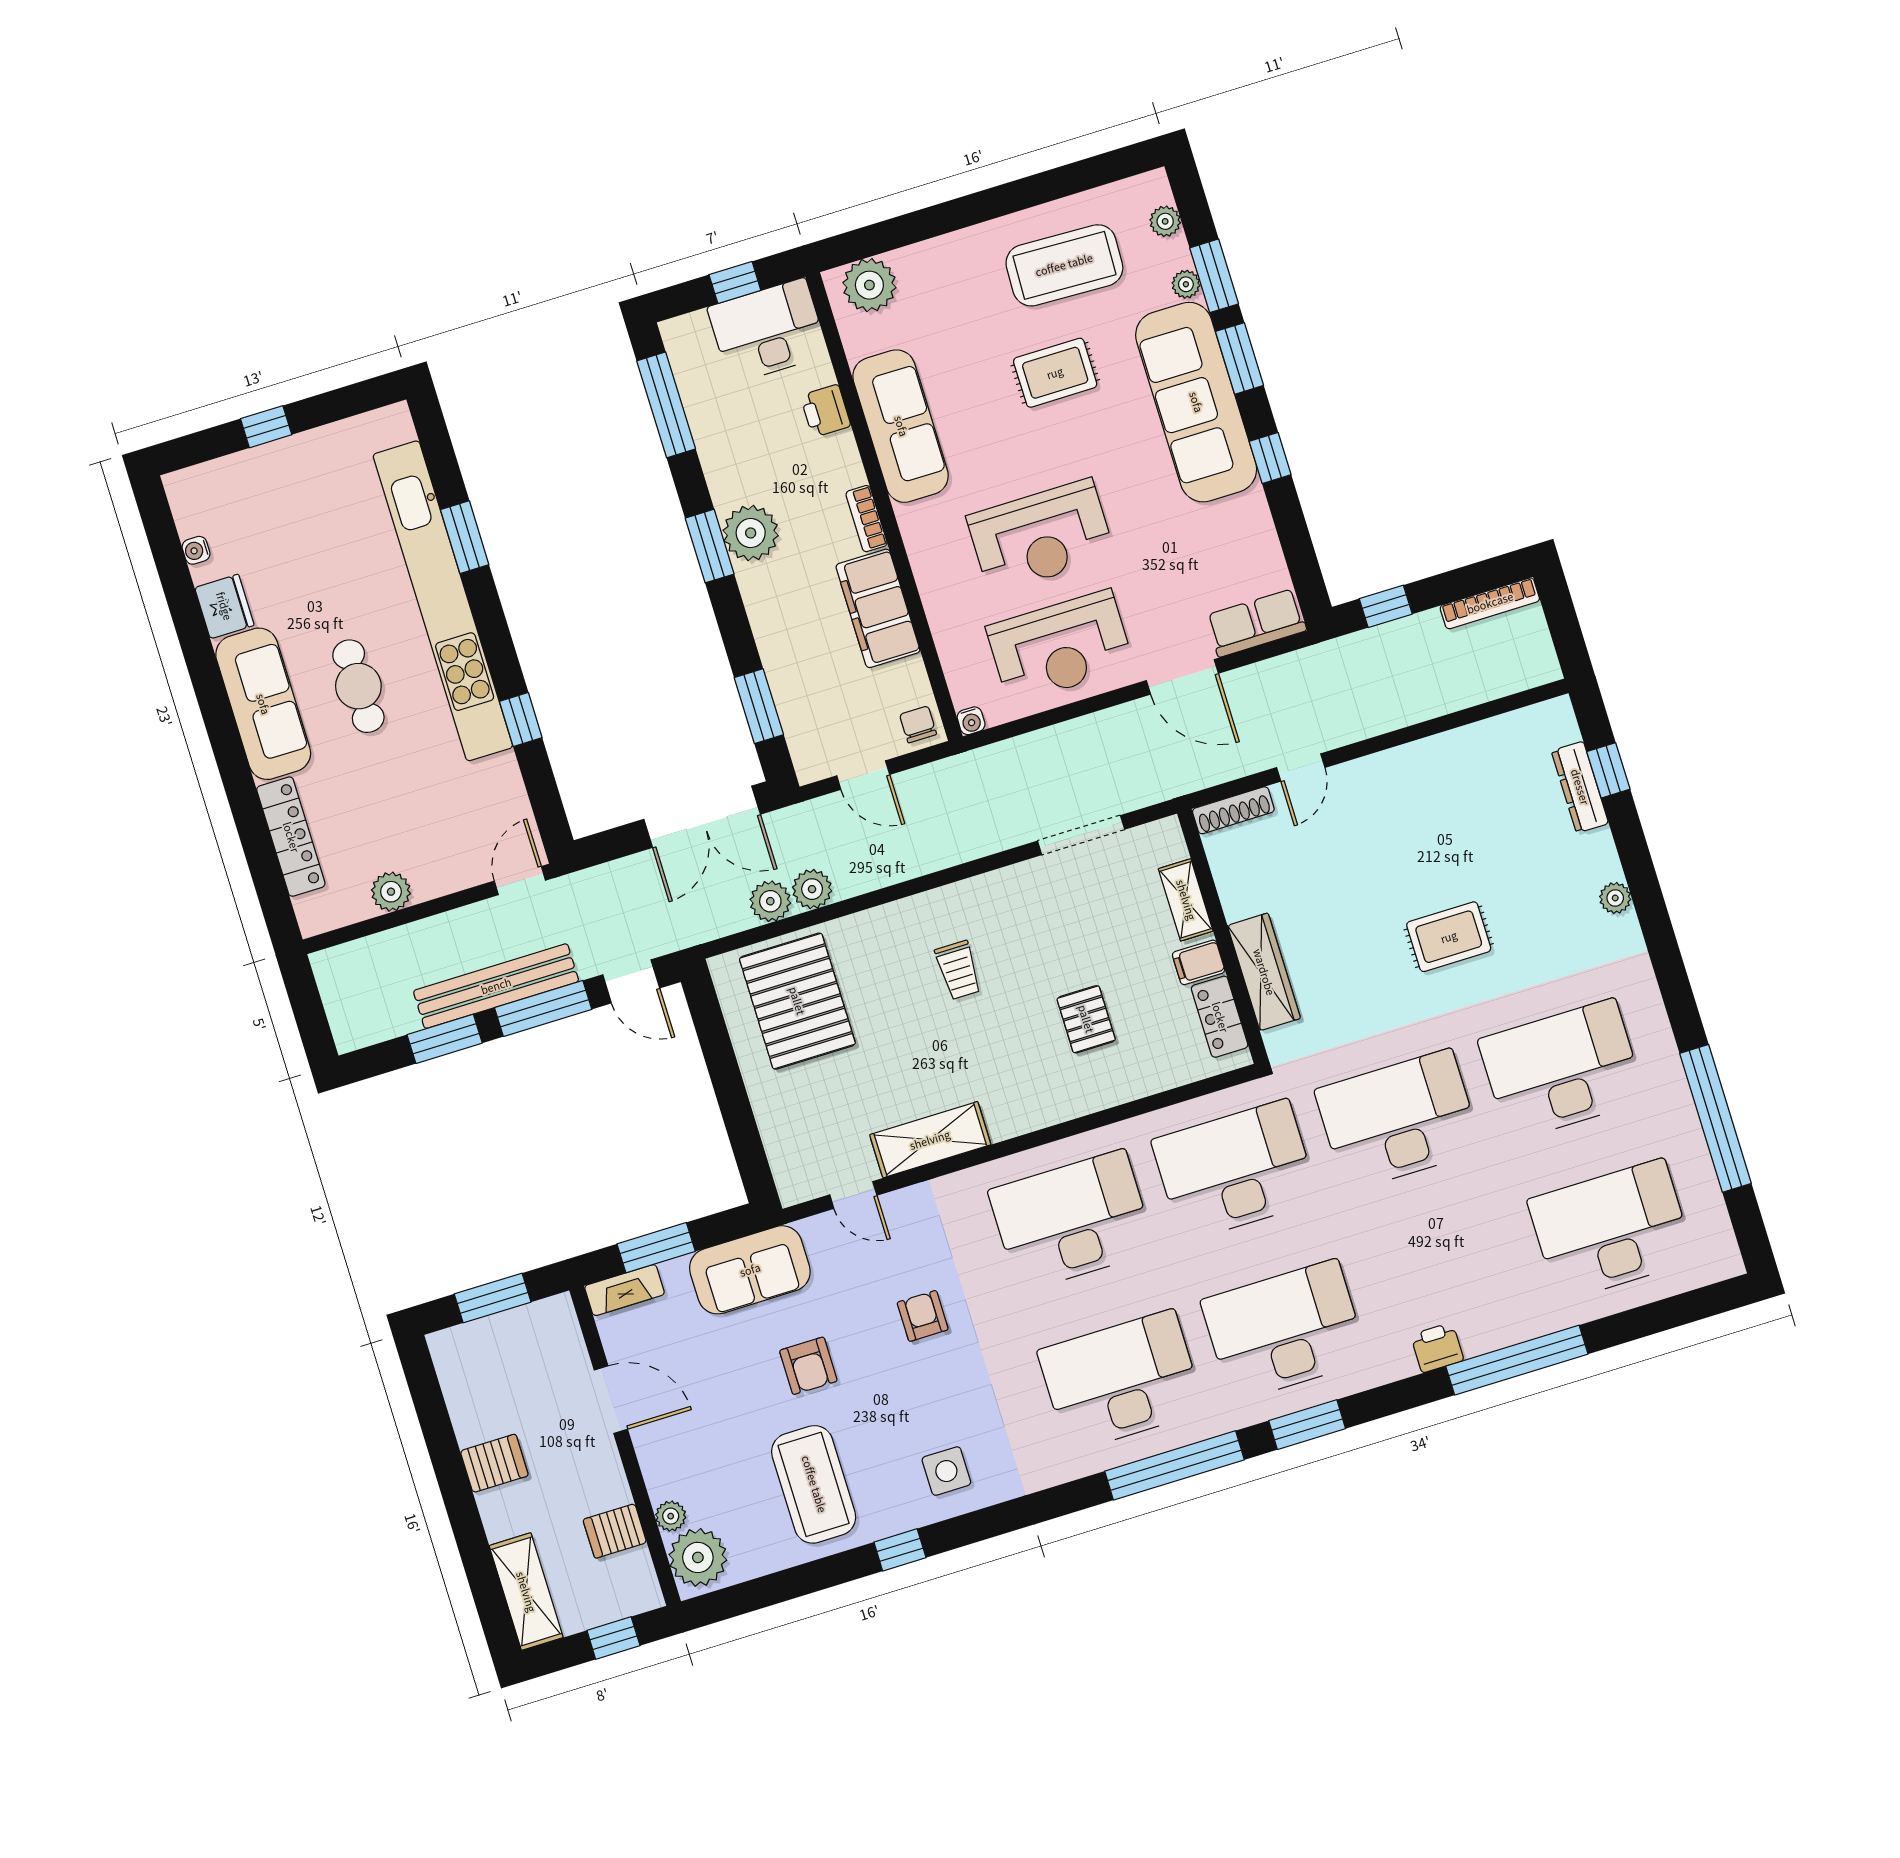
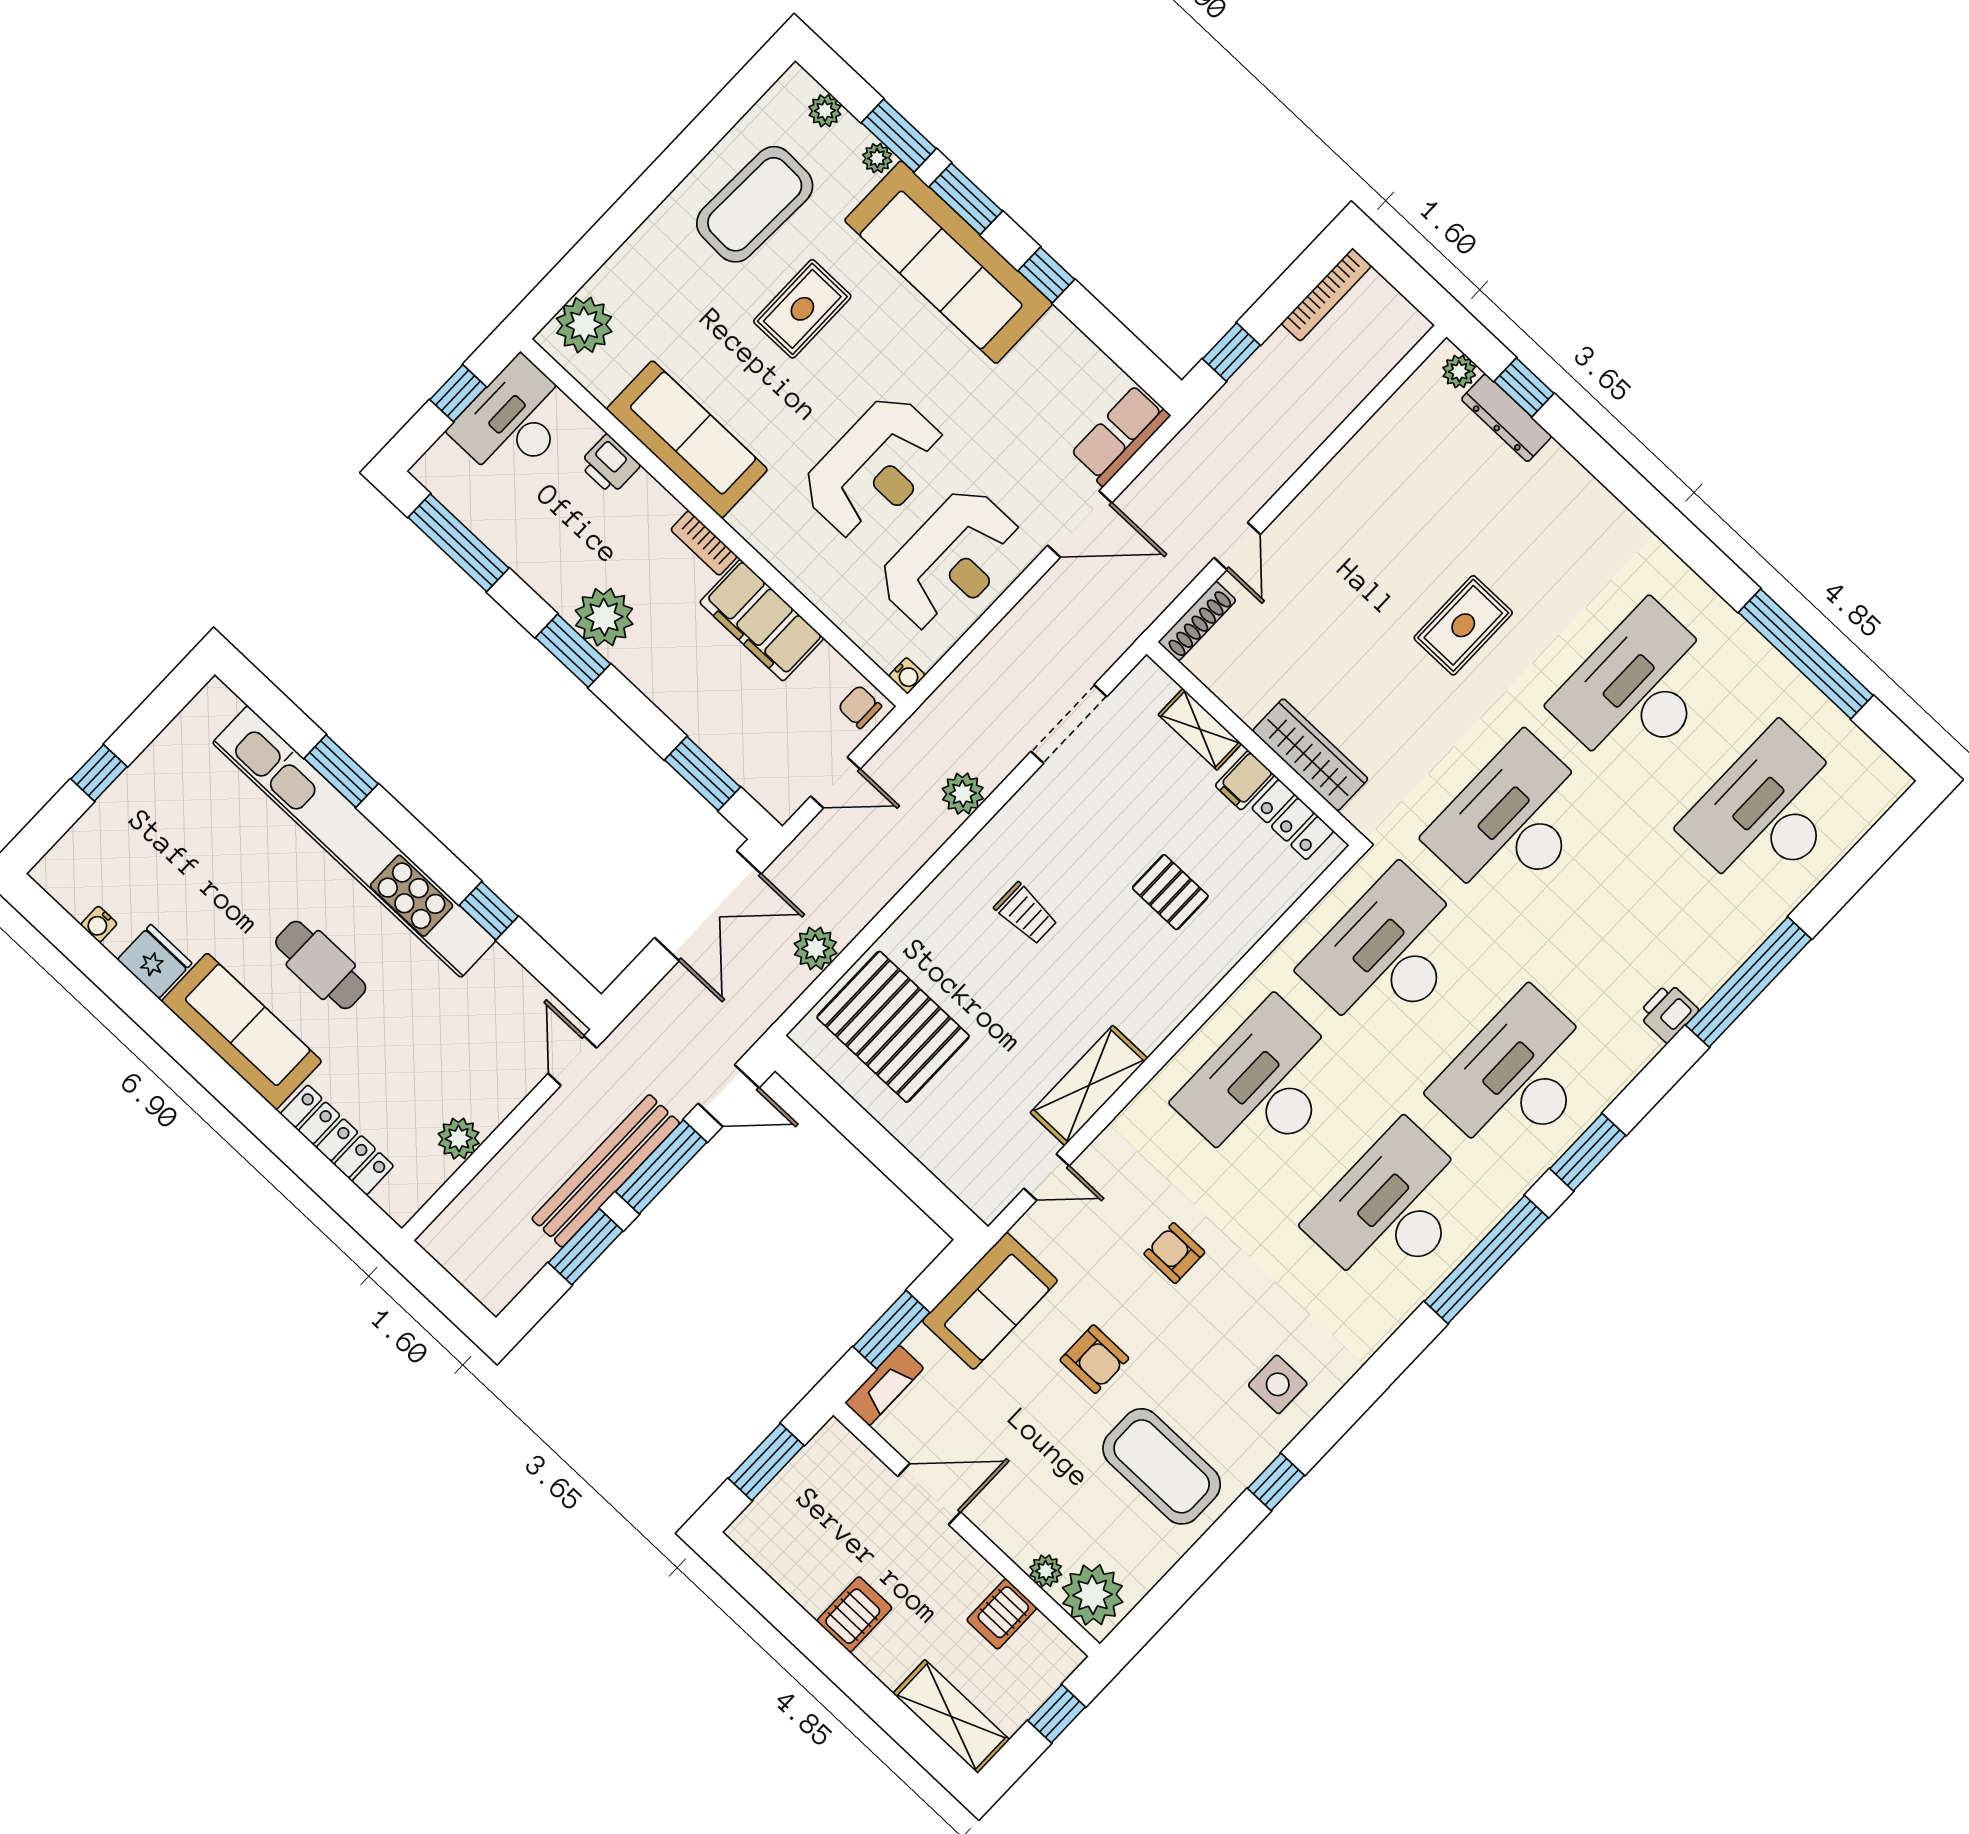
plant: (812, 889) -> (963, 794), moved
plant: (1615, 898) -> (1459, 371), moved

